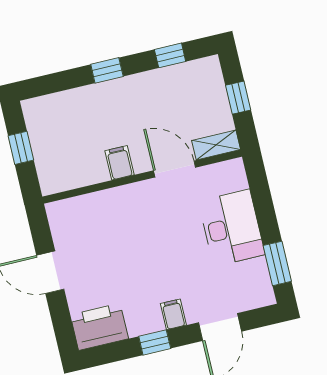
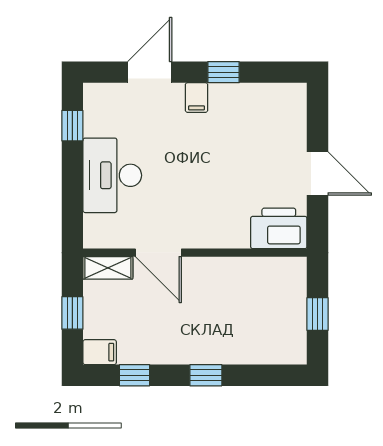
filing cabinet: (119, 163) -> (100, 352), moved, turned -90
window: (277, 263) -> (72, 126), width x0.67
printer: (99, 327) -> (279, 228), moved, turned 180

